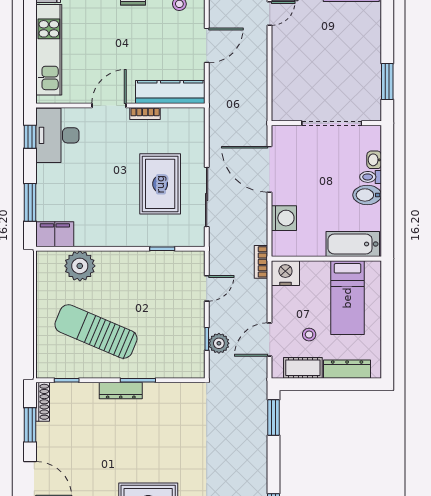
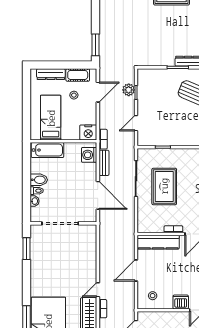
washing machine: (284, 218) -> (89, 155), moved
bench: (260, 223) -> (104, 163), added

